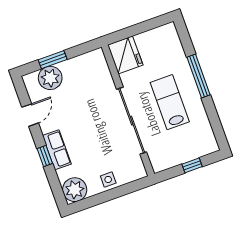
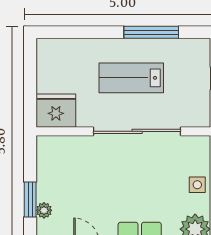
window: (198, 76) -> (151, 32), moved
plant: (50, 78) -> (44, 210), width x0.53, depth x0.53

